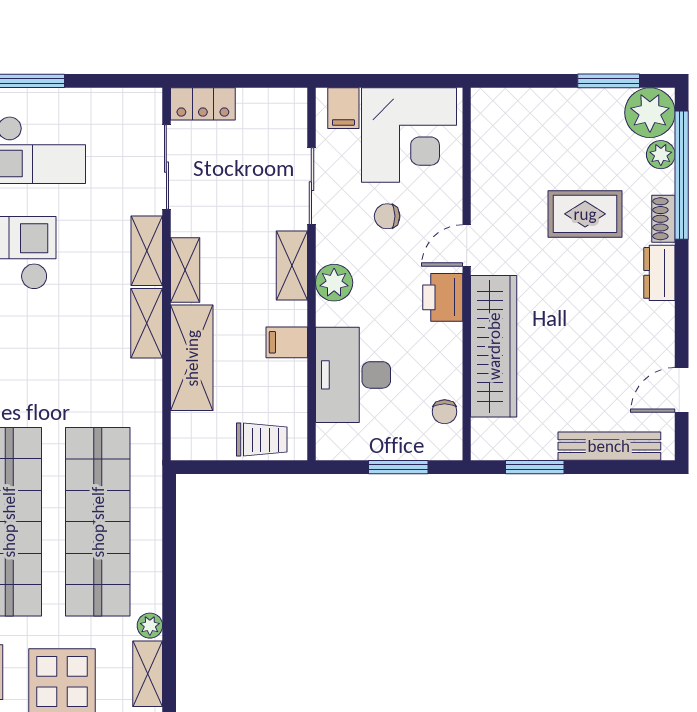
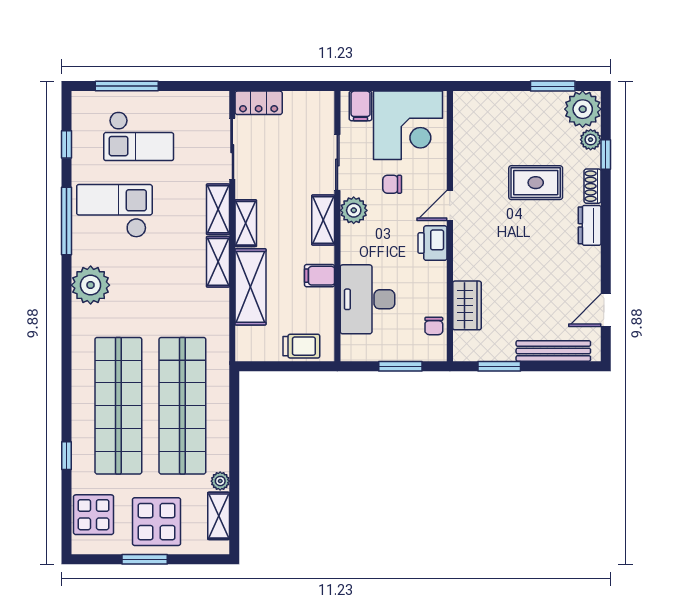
window: (682, 175) -> (606, 154), width x0.32
plant: (334, 283) -> (354, 210), moved
wardrobe: (494, 346) -> (467, 305), width x0.48, depth x0.85

